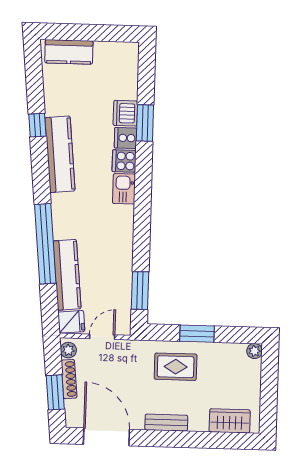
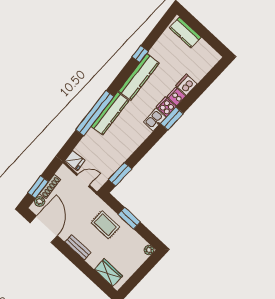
window: (145, 123) -> (172, 119), moved
kitchen counter: (67, 275) -> (110, 113), moved
plant: (68, 350) -> (40, 201), moved

